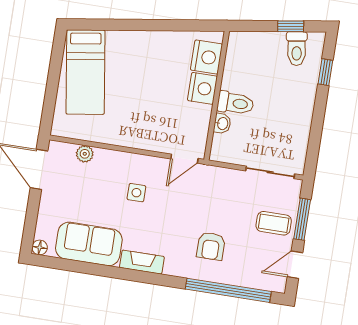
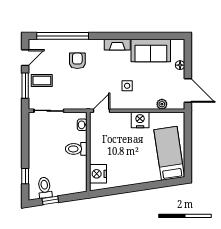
nightstand: (202, 88) -> (140, 120), moved, turned 90
washbasin: (222, 123) -> (82, 125), moved
floor lamp: (40, 247) -> (180, 65), moved

